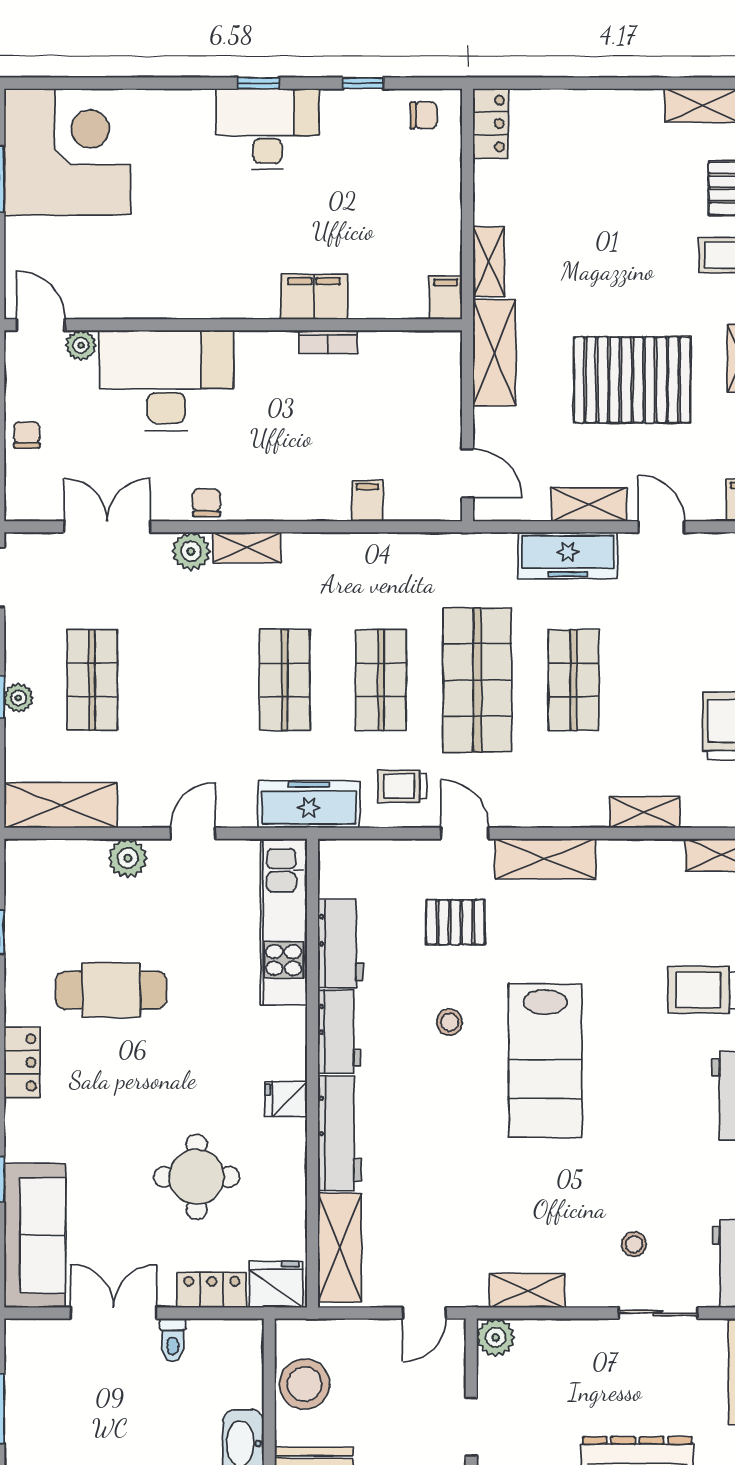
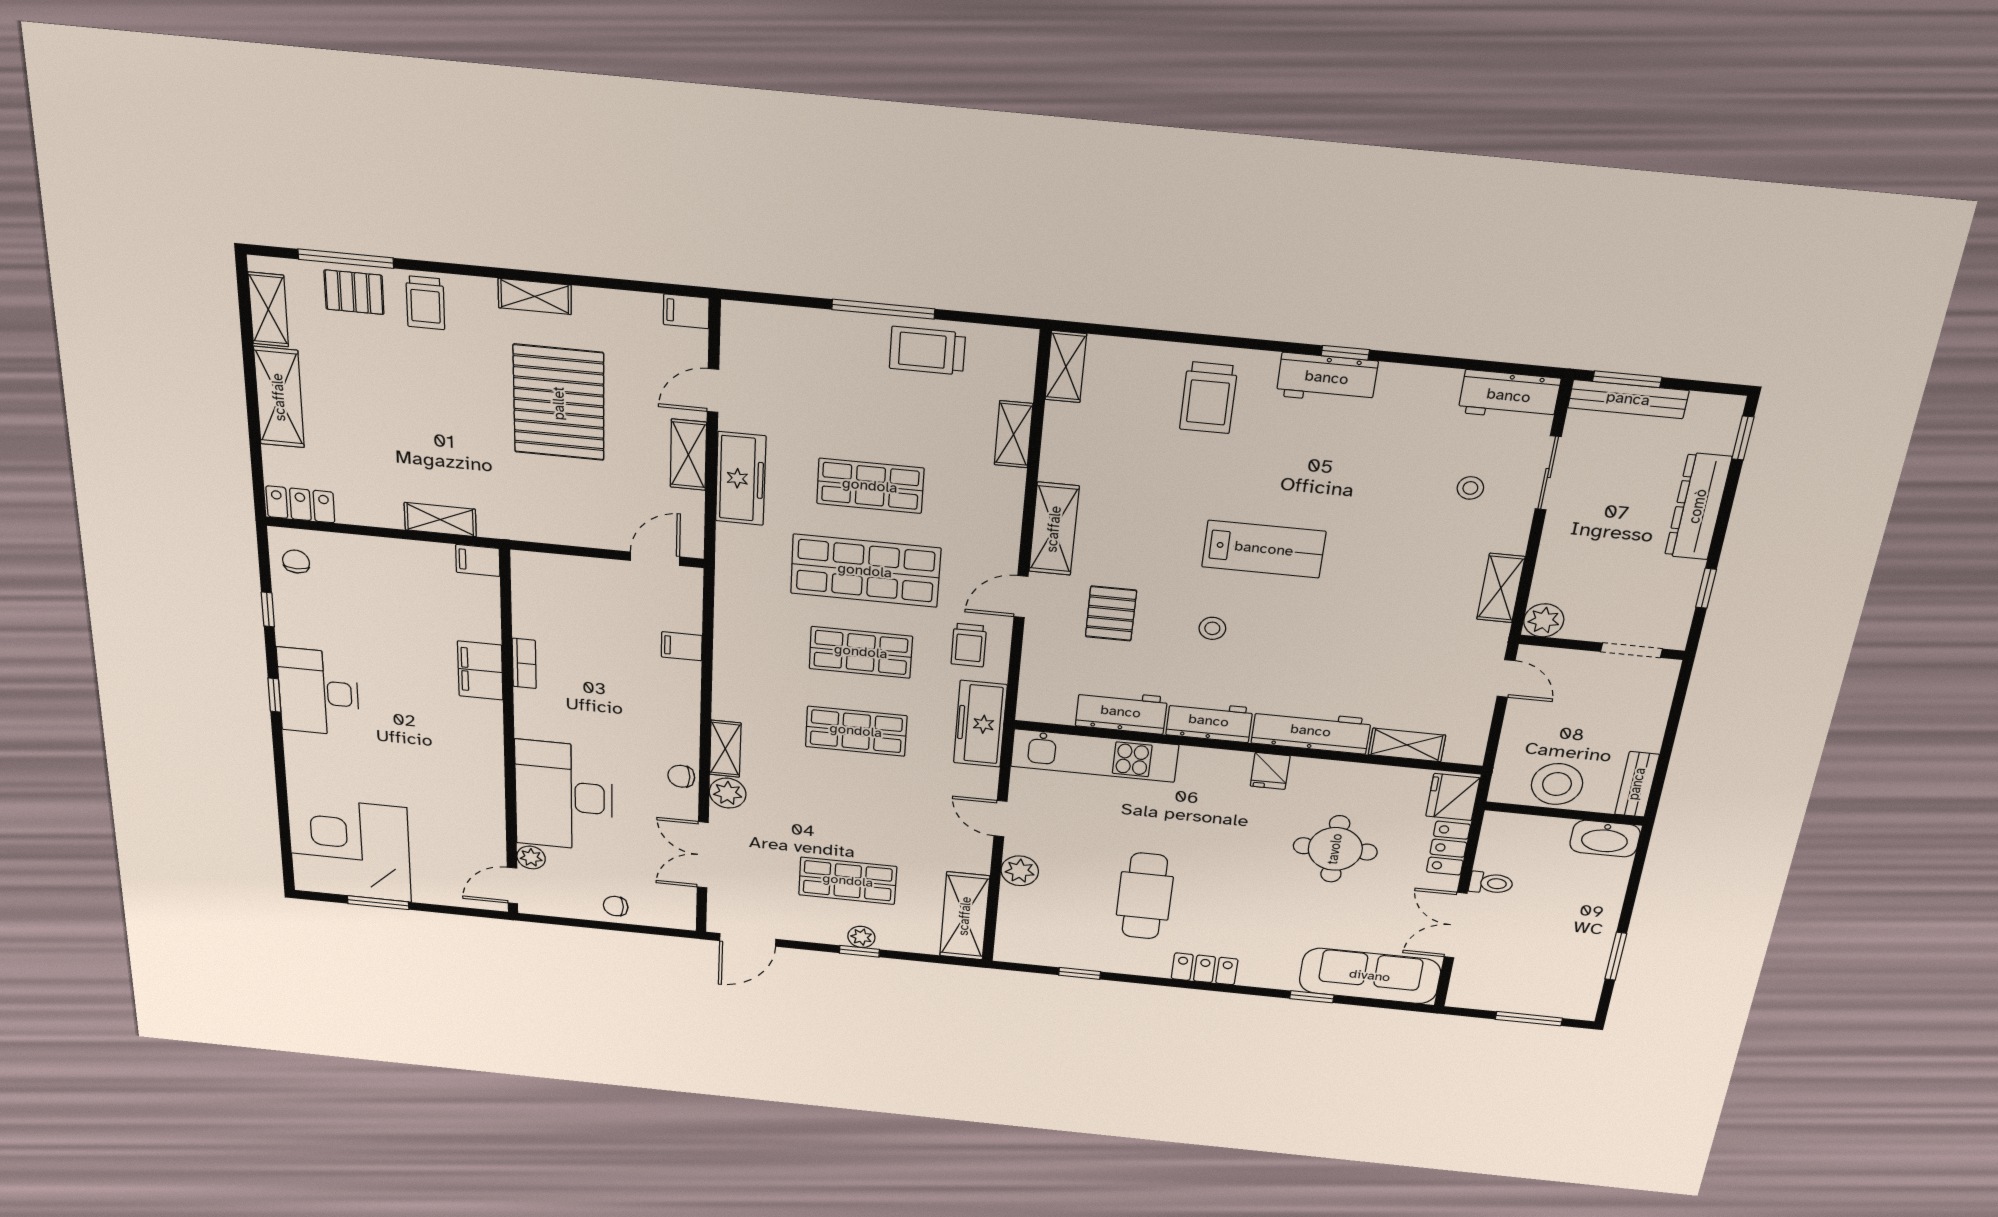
shelving: (494, 353) -> (279, 397), moved, turned 90
lab bench: (545, 1061) -> (1264, 549), width x0.73, depth x0.72
shelving: (340, 1248) -> (1407, 745), width x0.67, depth x0.75

